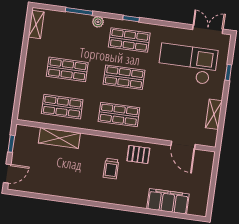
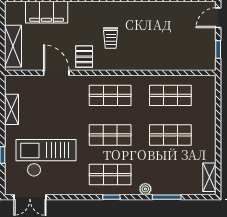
checkout: (188, 64) -> (46, 158), turned 180
shelving: (59, 138) -> (13, 46), moved, turned 90
door: (183, 145) -> (56, 73), moved
pallet: (138, 154) -> (84, 57), turned 90
trolley: (111, 169) -> (111, 38), turned 180

